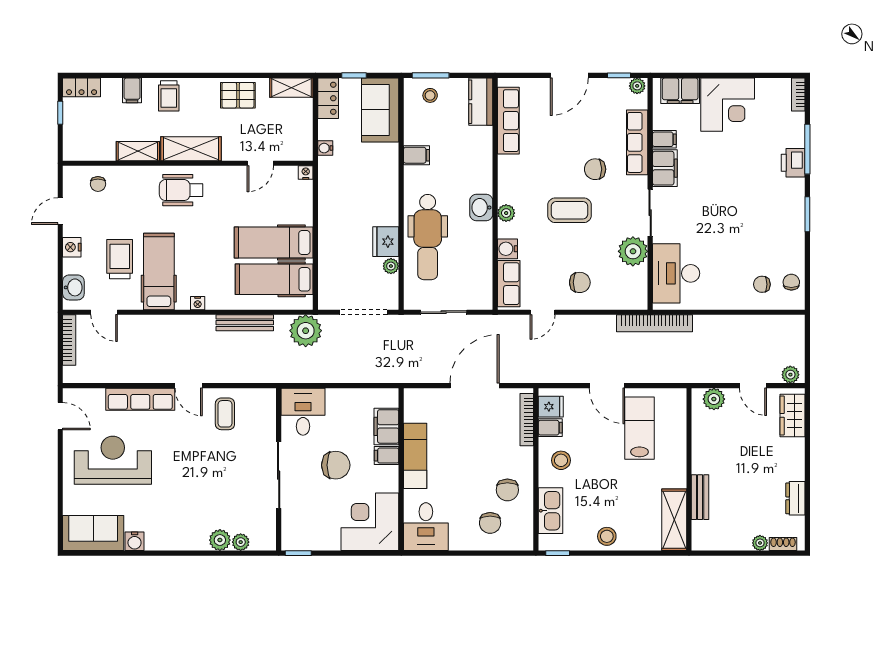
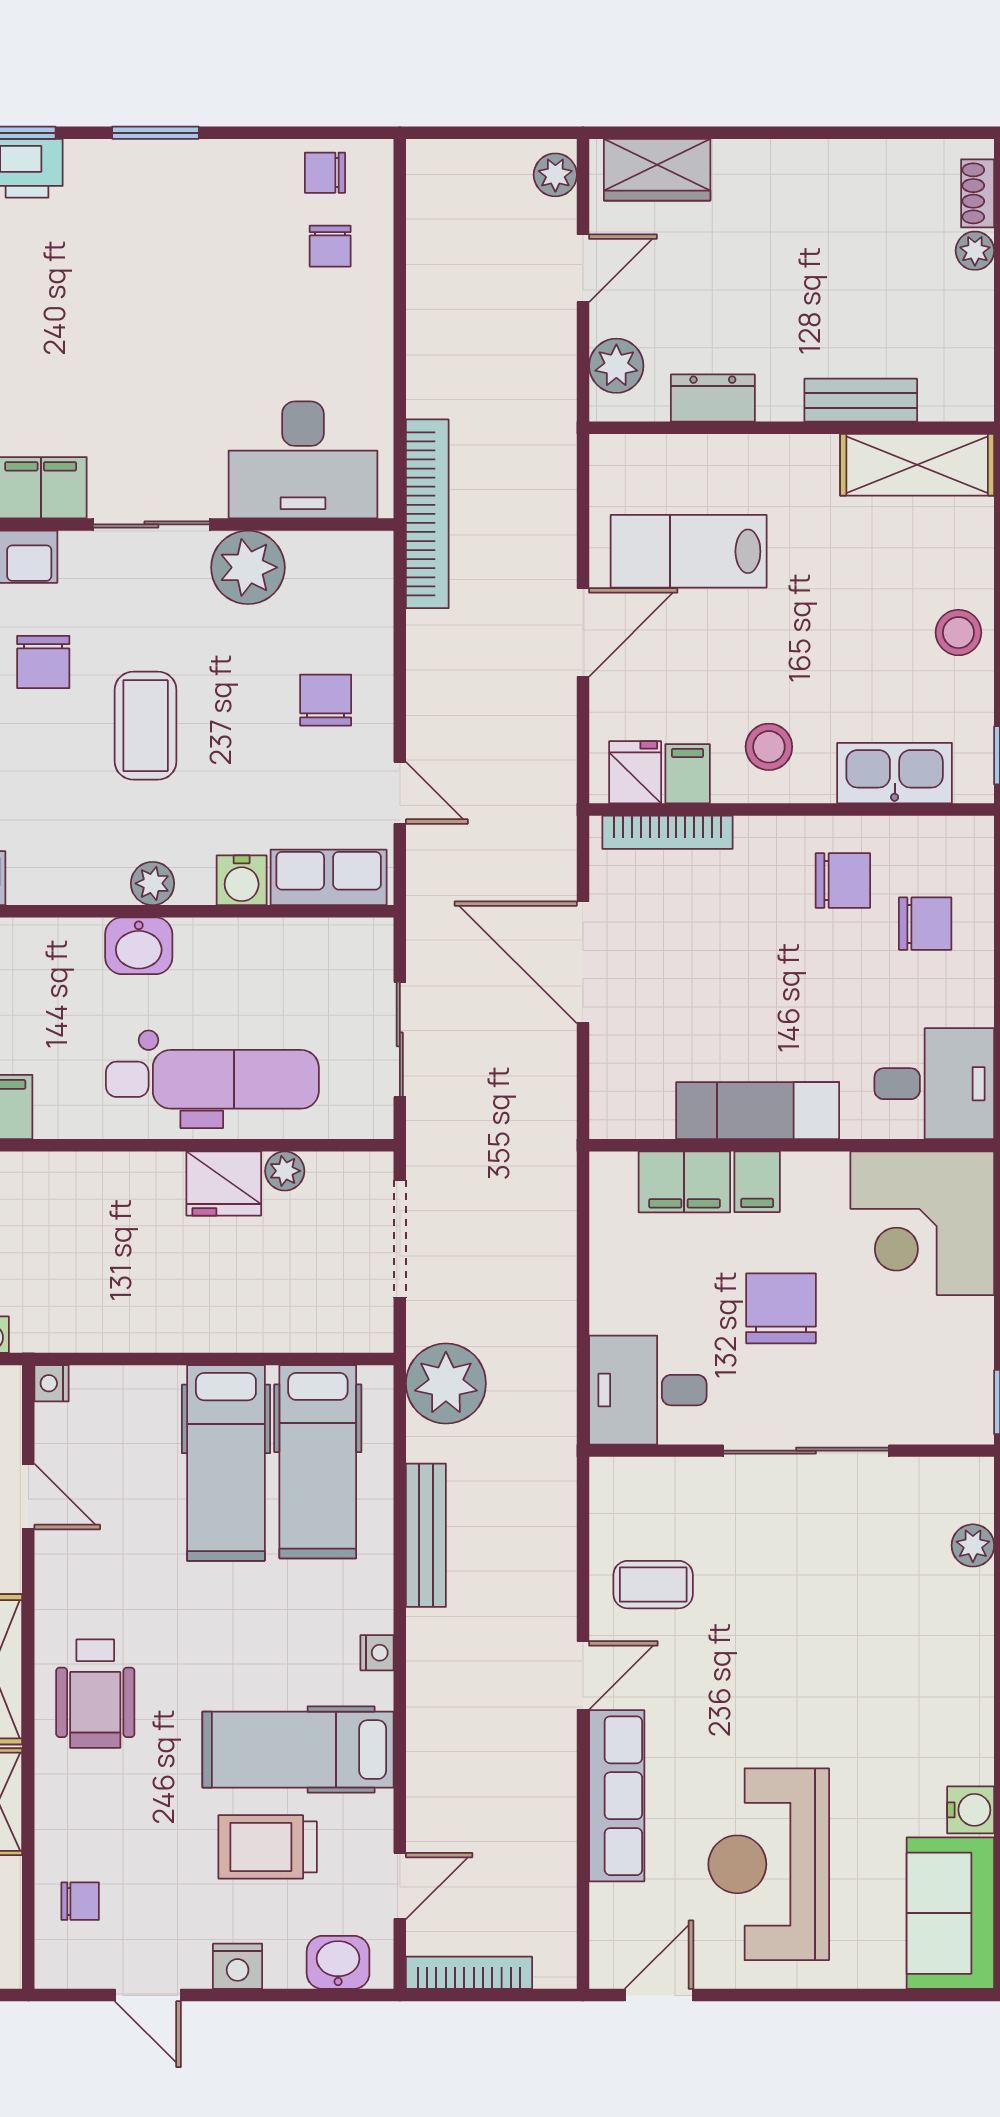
dresser: (795, 498) -> (713, 398), moved, turned 180
plant: (220, 540) -> (968, 1597), removed

